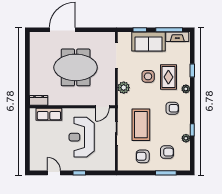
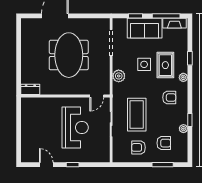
meeting table: (76, 67) -> (69, 55), turned 90
row of seats: (49, 114) -> (41, 104), removed
reception desk: (82, 137) -> (75, 128), turned 180

